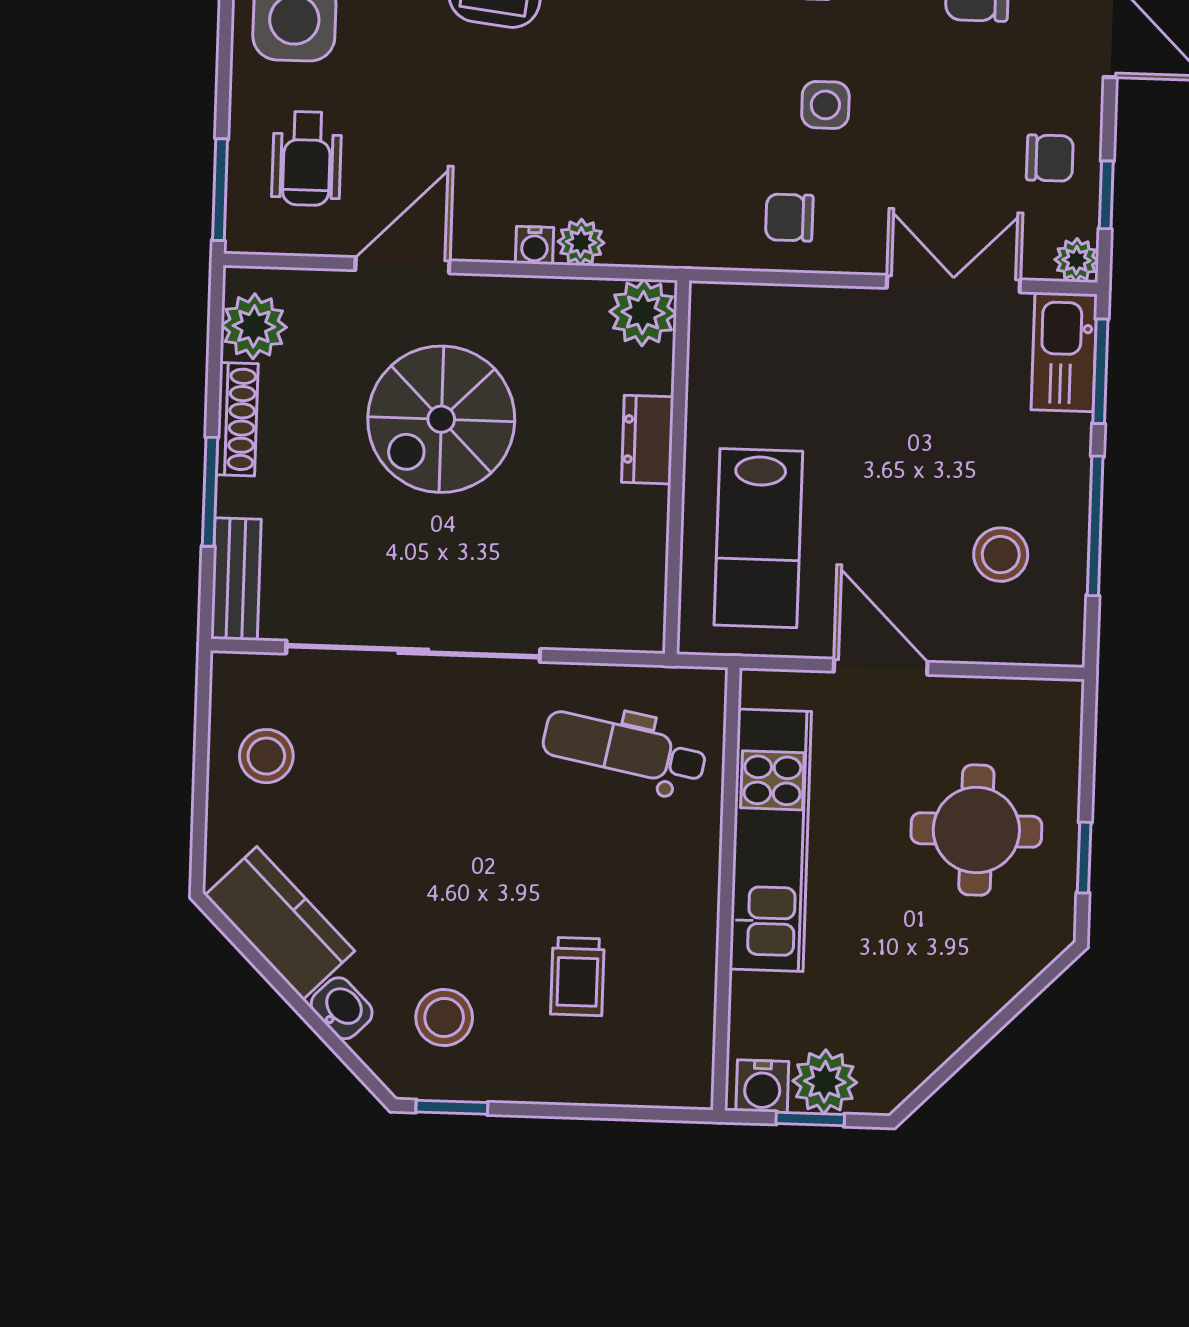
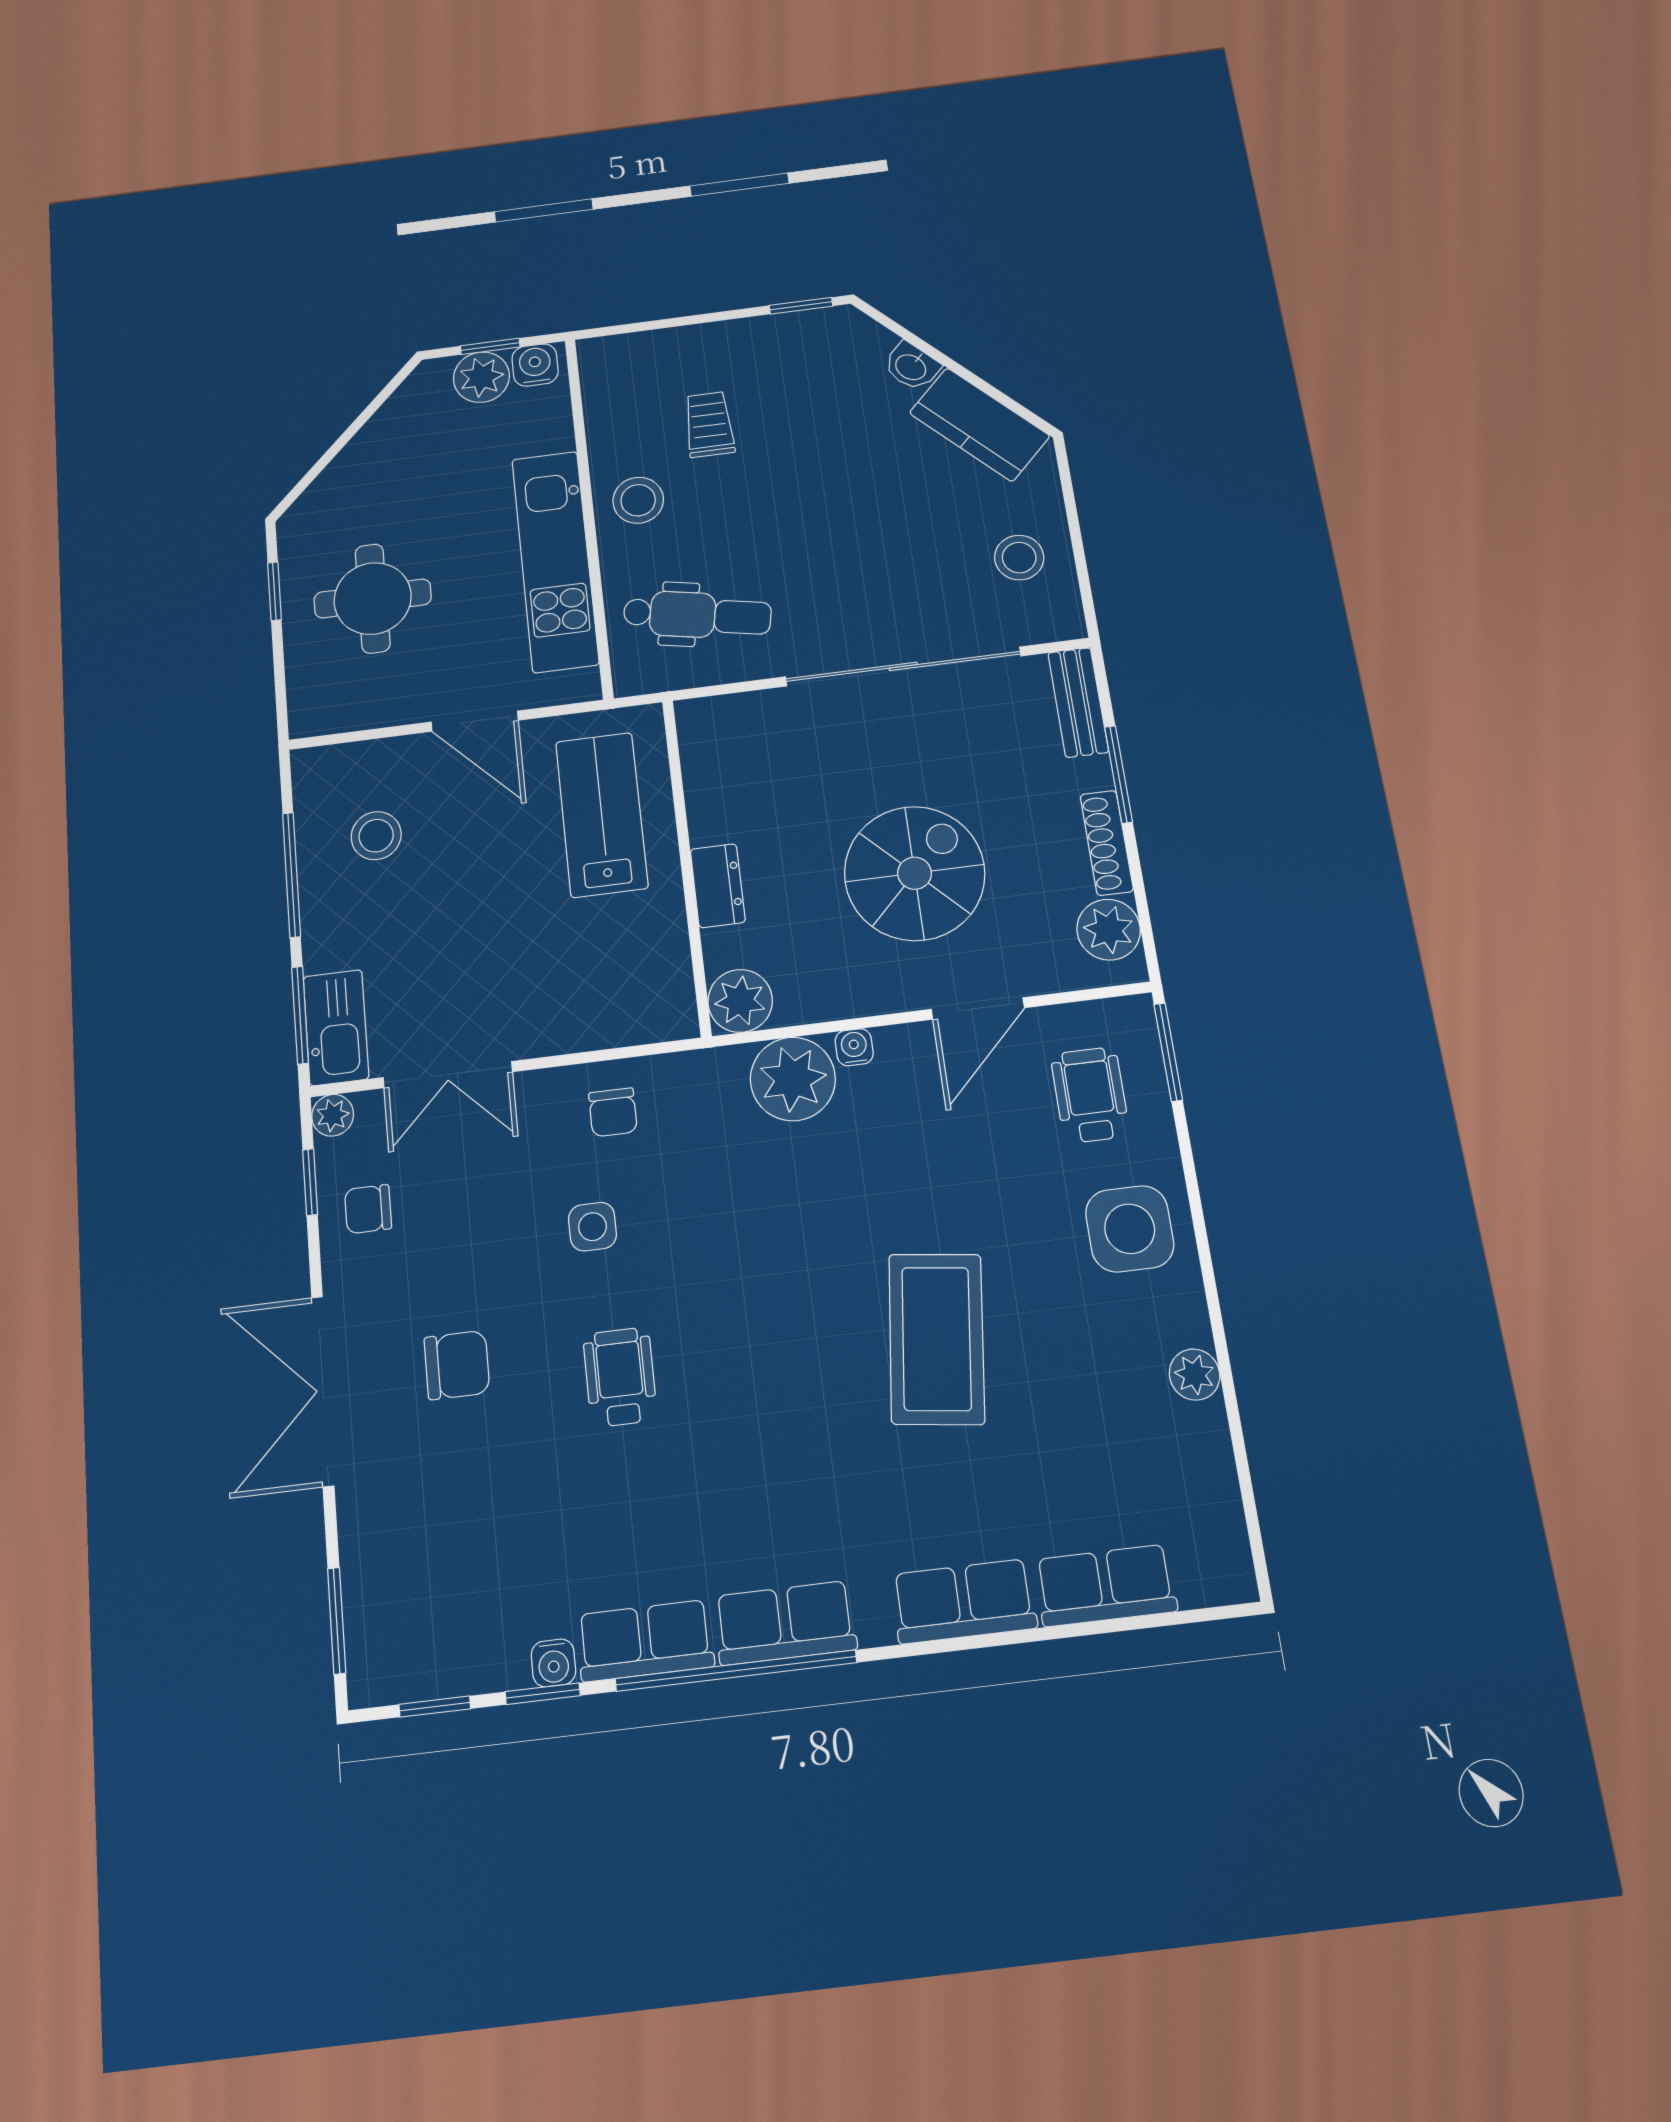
chair: (789, 218) -> (613, 1112), turned 90
plant: (581, 242) -> (793, 1079), width x1.88, depth x1.88
stool: (444, 1018) -> (638, 500), moved

